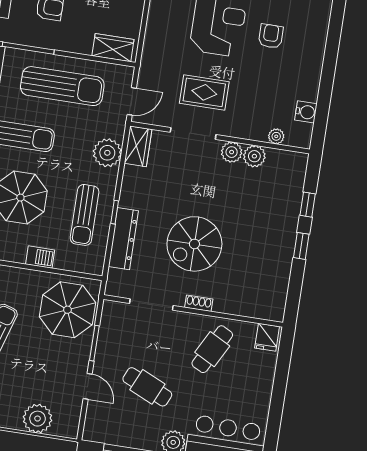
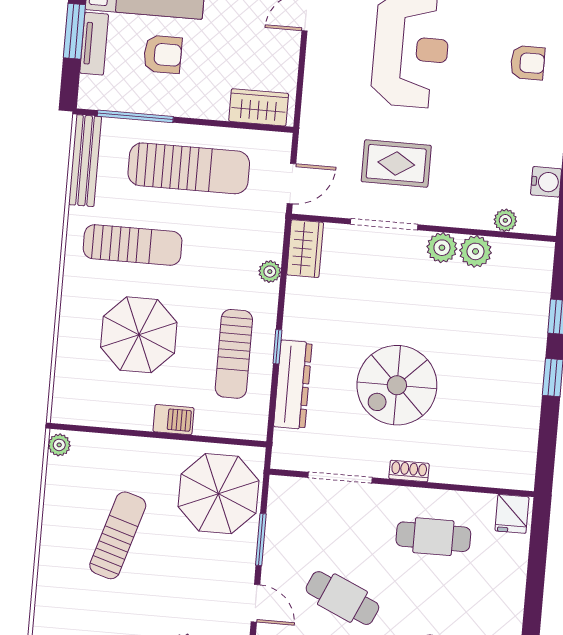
armchair: (271, 36) -> (528, 63), moved, turned 90
plant: (107, 153) -> (270, 272), width x0.53, depth x0.53
cafe table: (212, 349) -> (433, 537), turned 62

